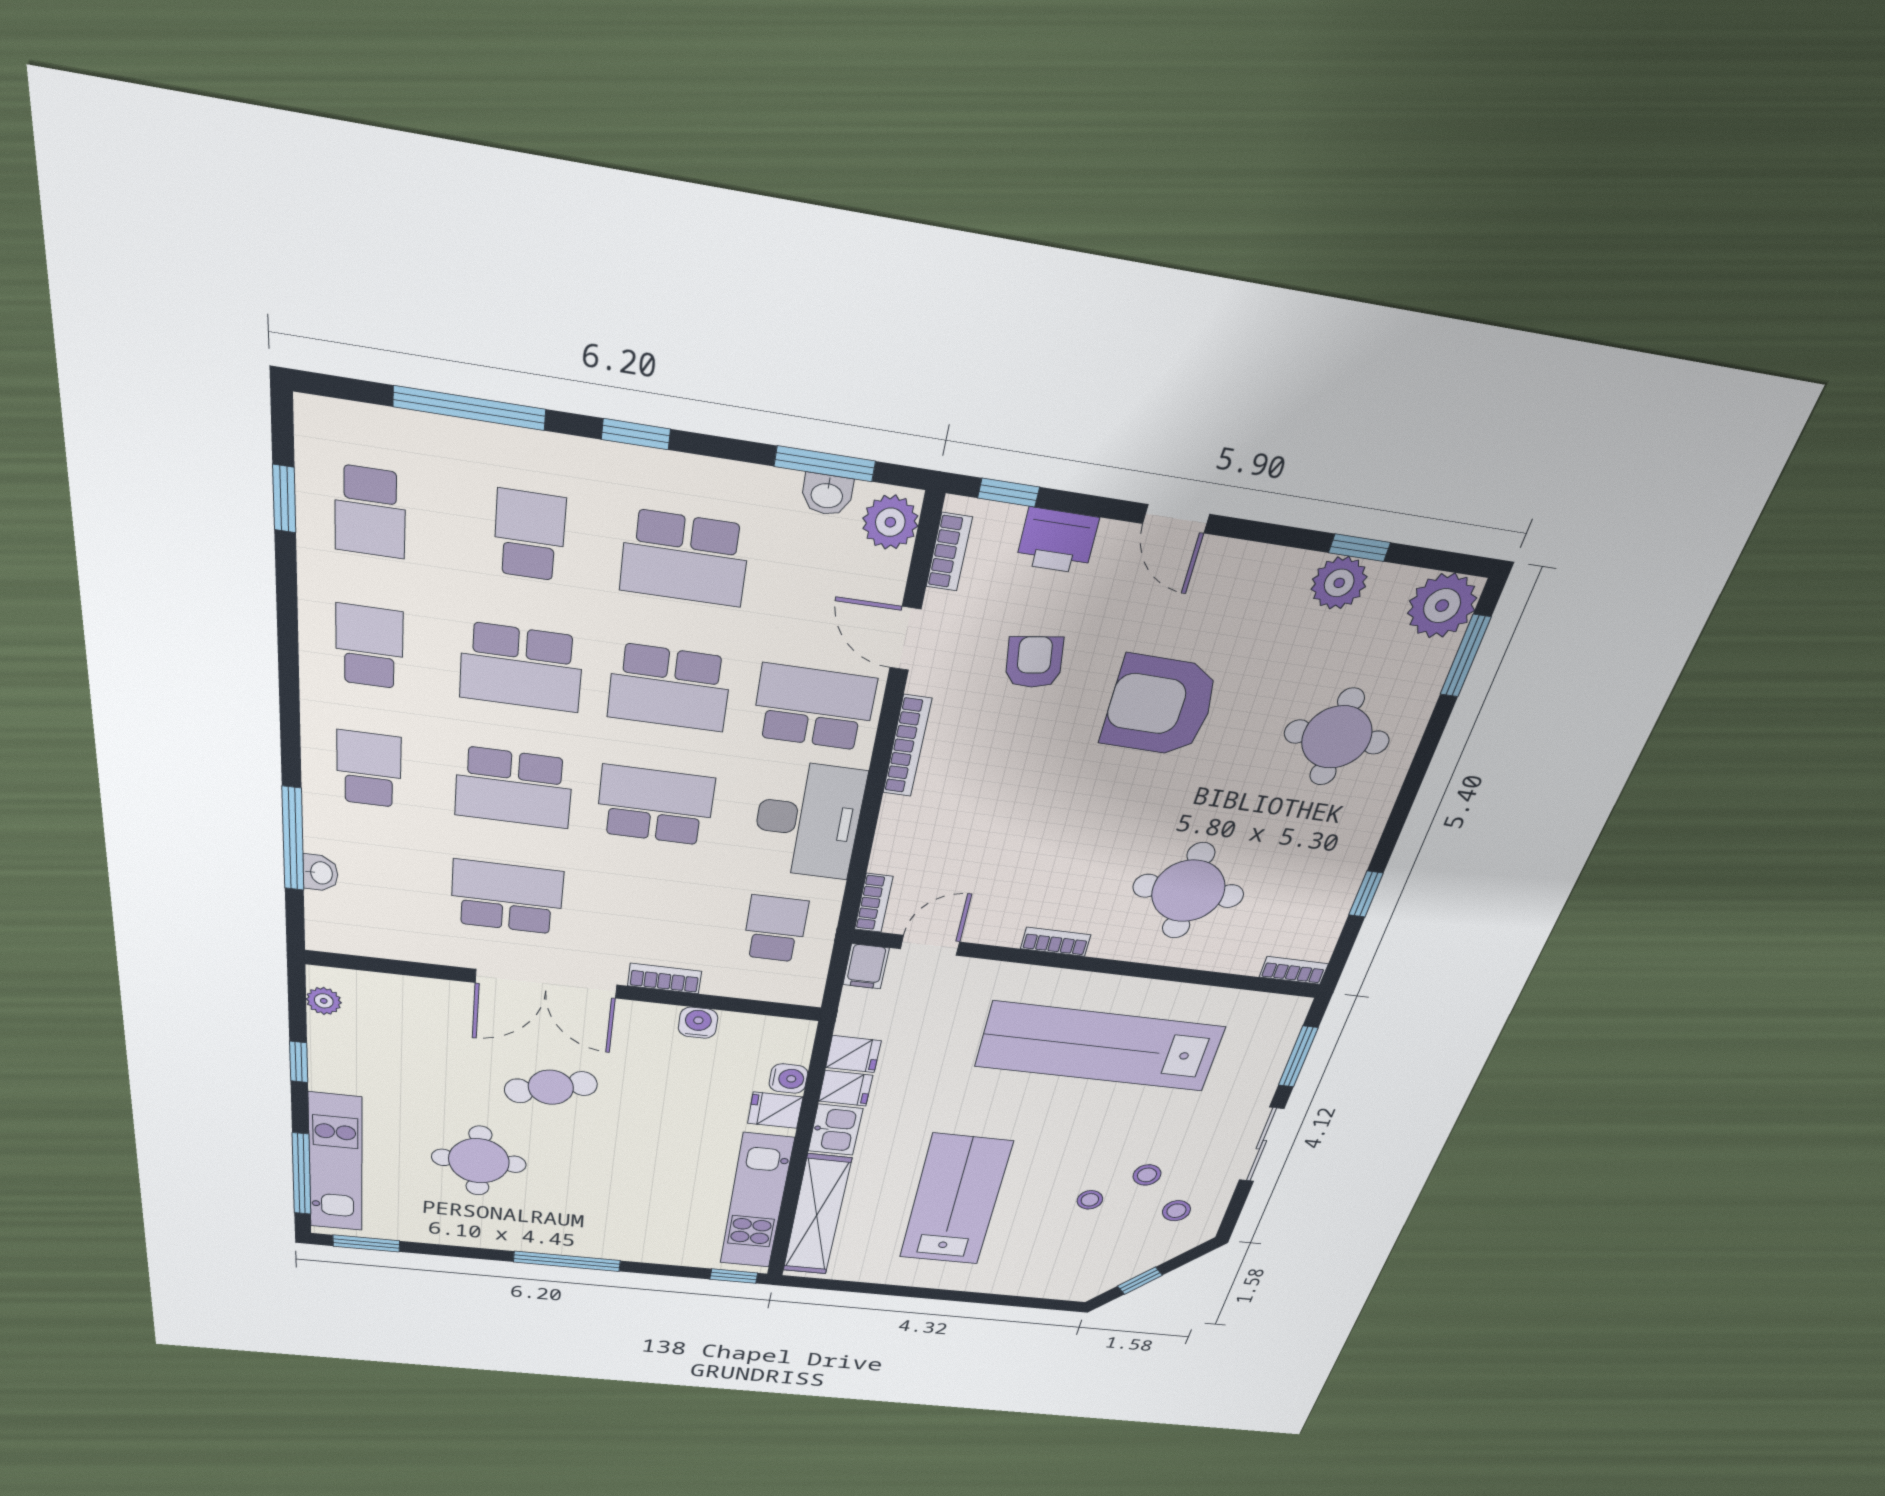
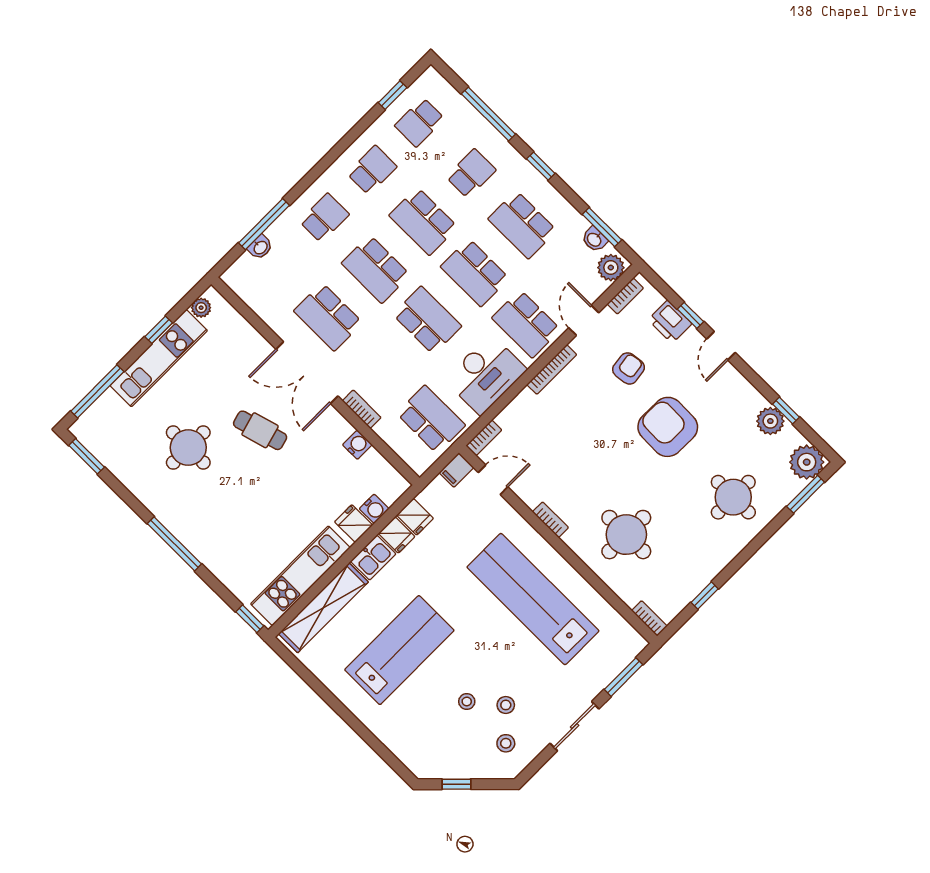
window: (1009, 493) -> (691, 315), moved
school desk: (814, 707) -> (526, 324), turned 180
school desk: (507, 897) -> (328, 317), turned 180
school desk: (775, 929) -> (431, 419), width x1.85
kitchen unit: (336, 1163) -> (159, 358), moved

